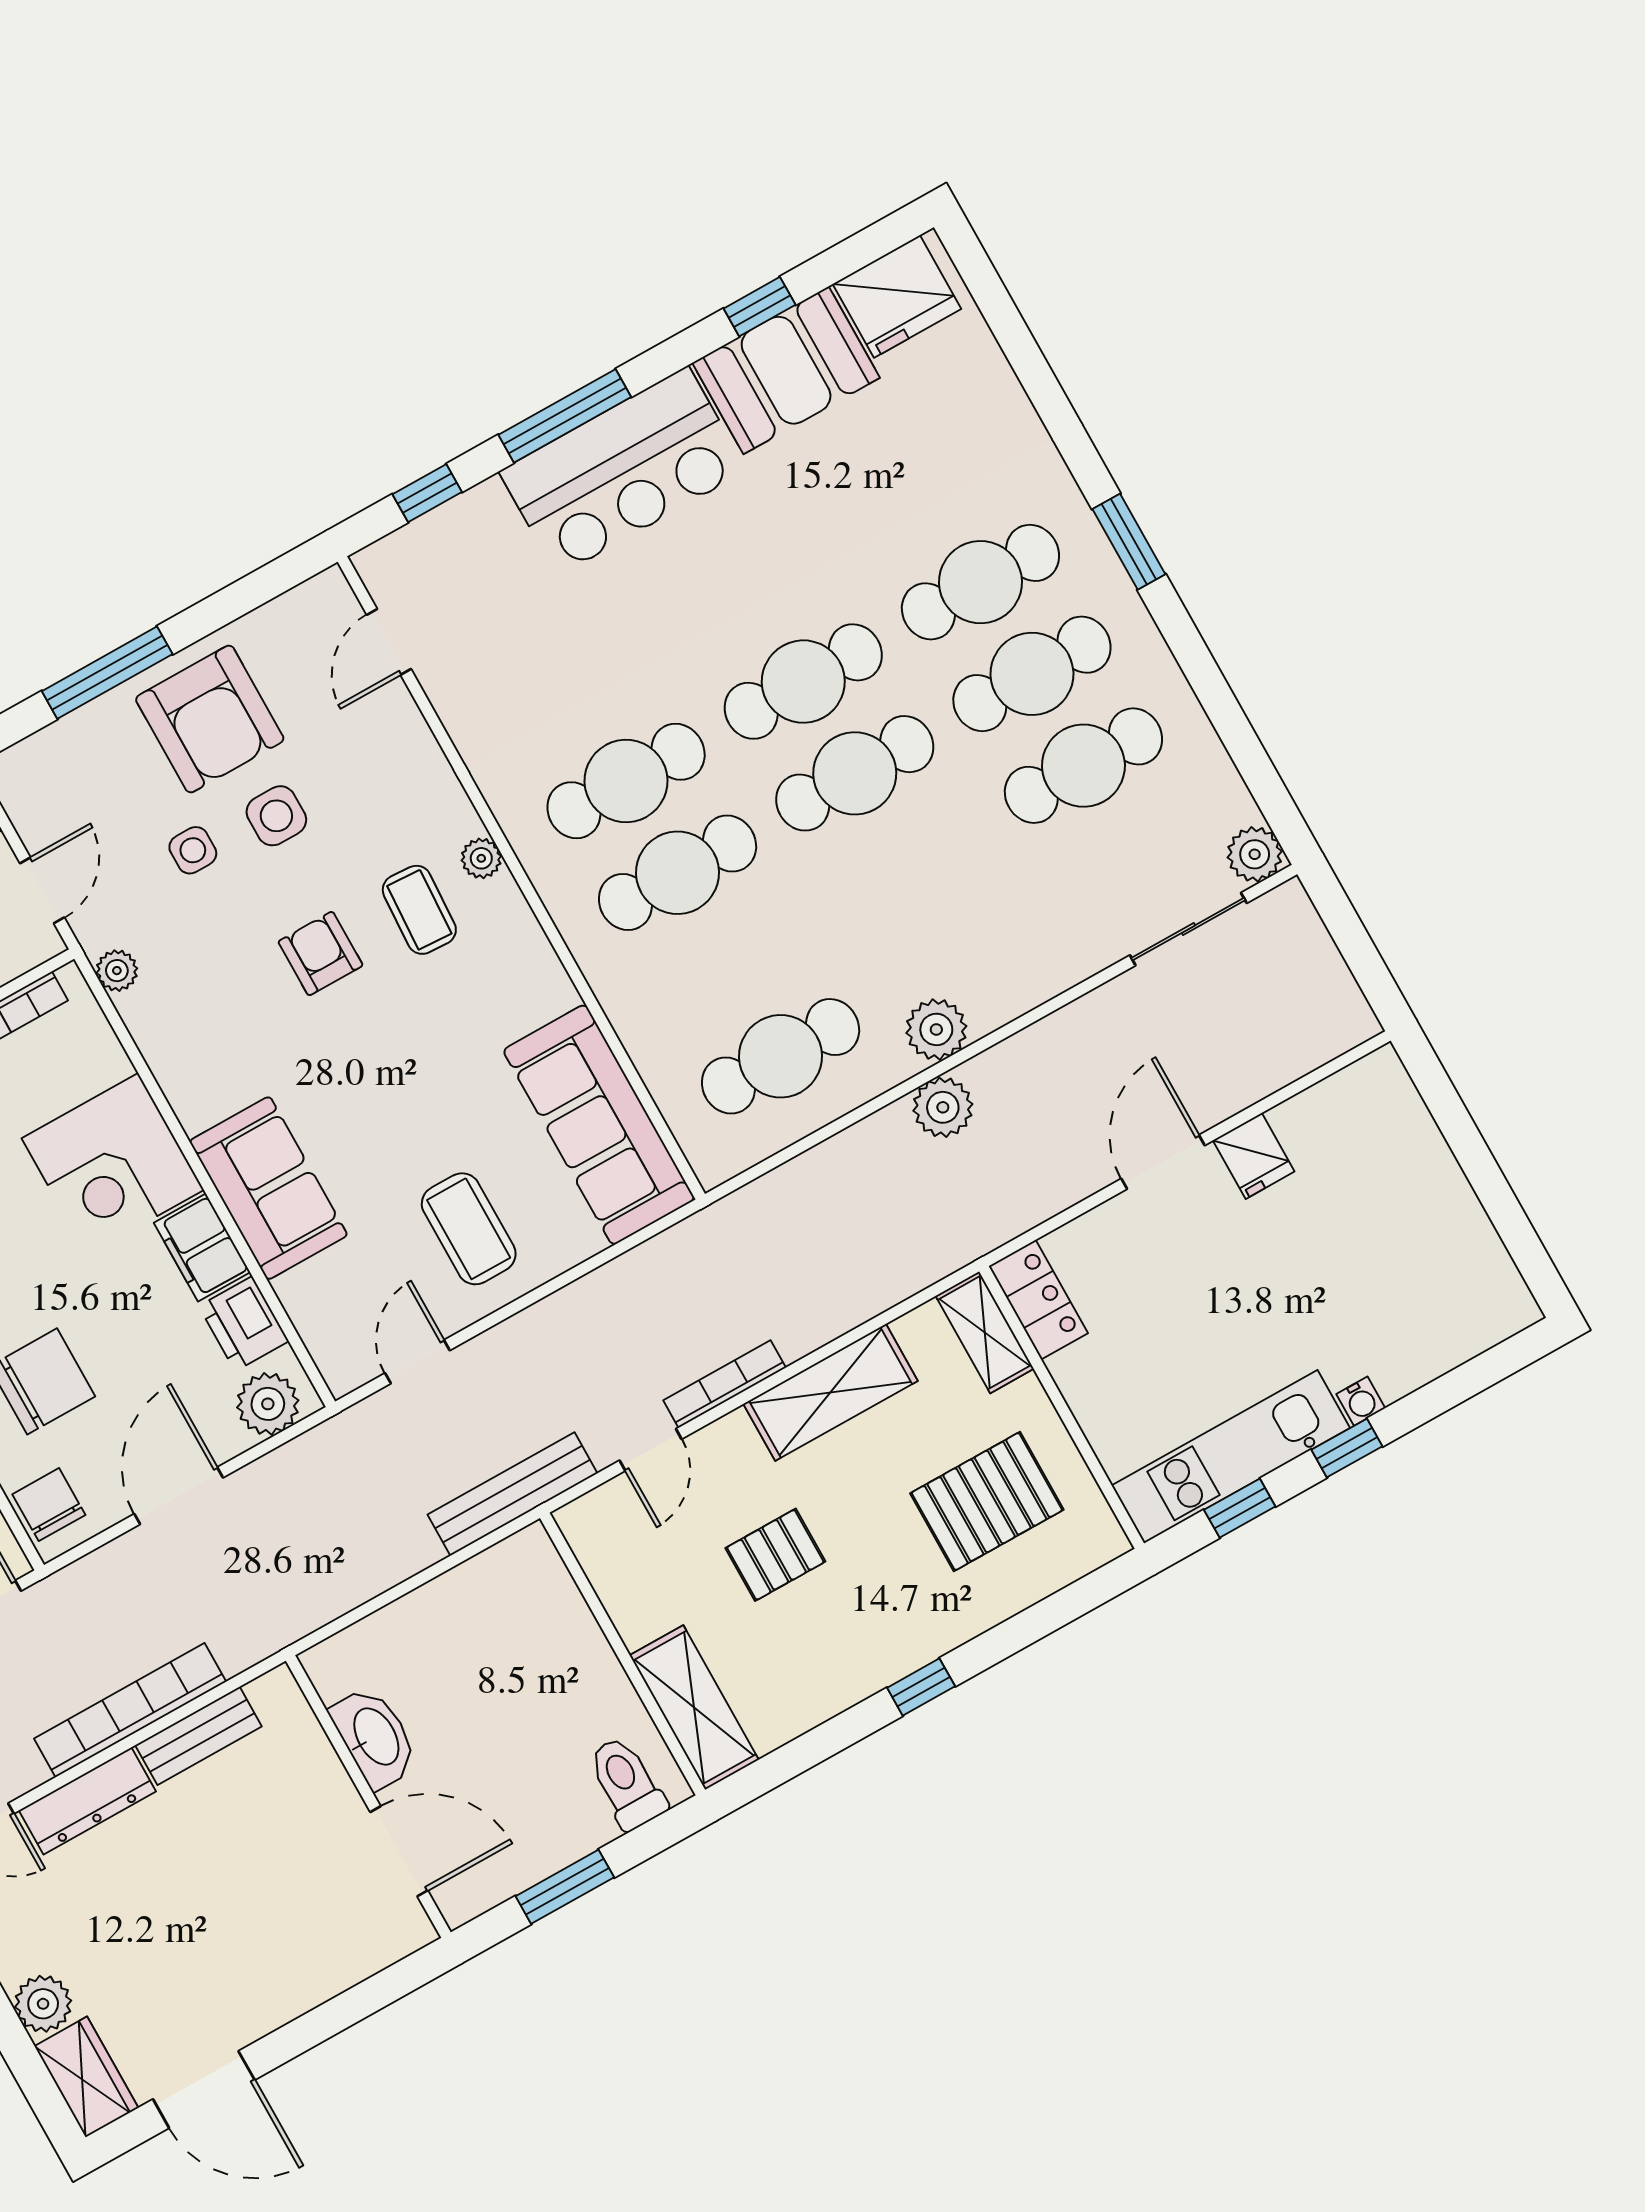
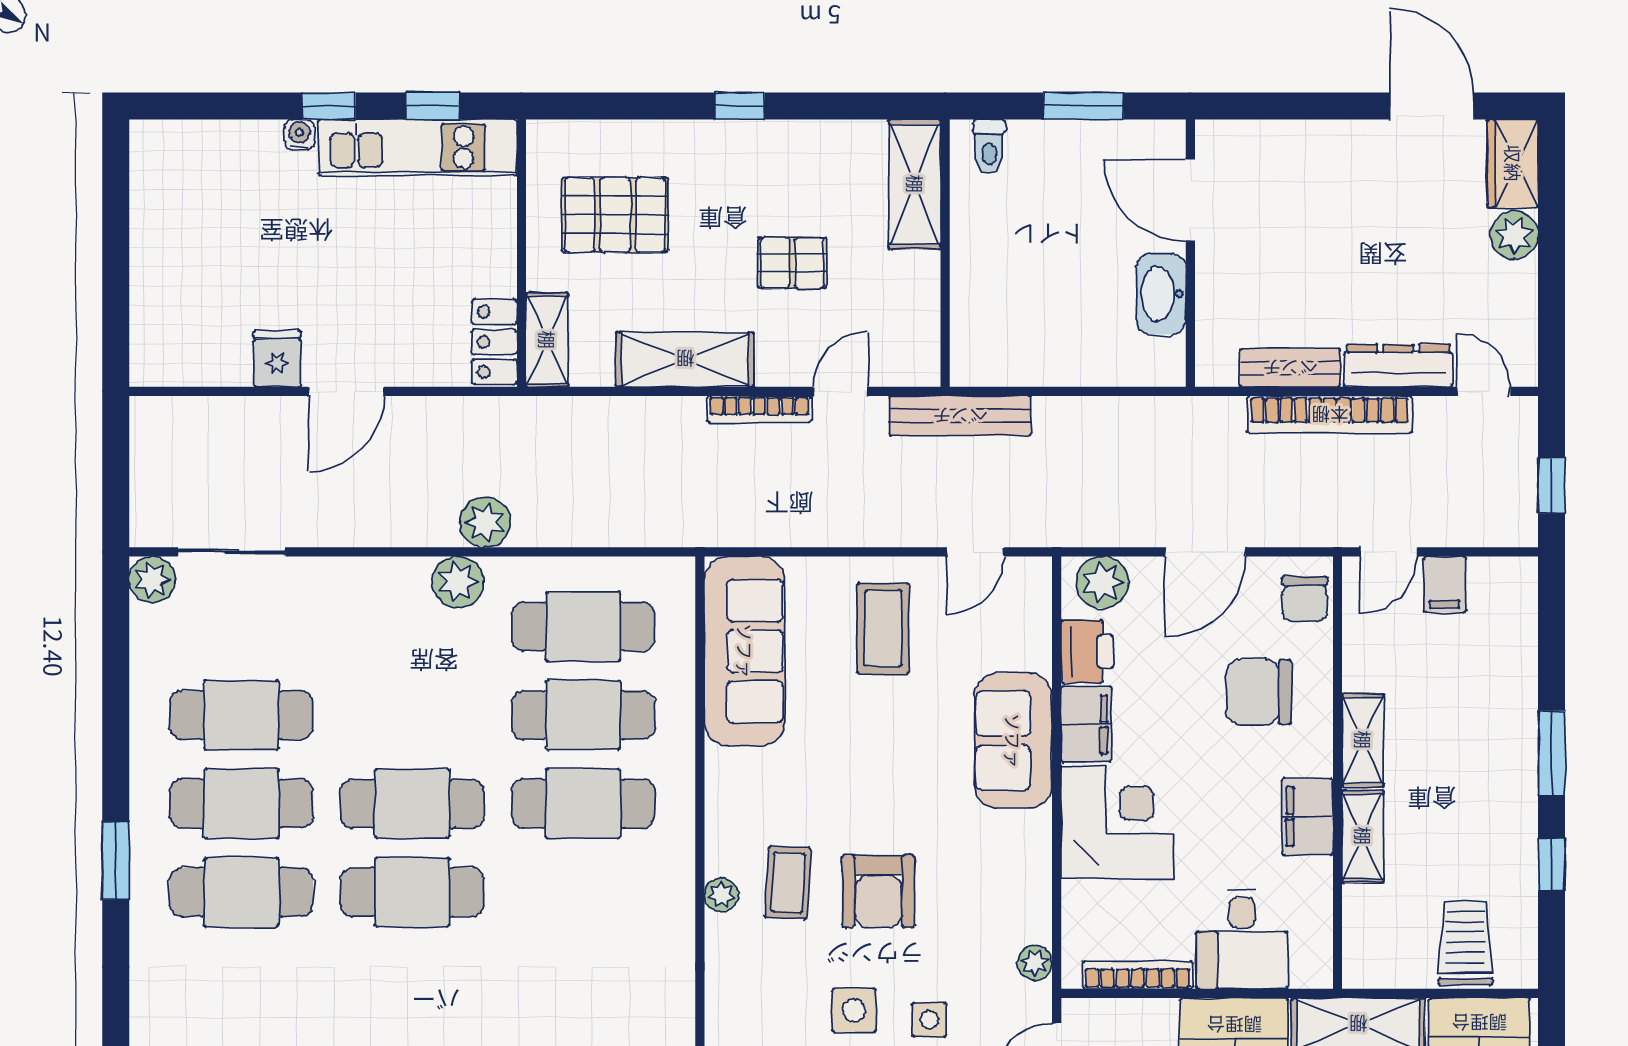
cafe table: (626, 781) -> (583, 715), moved
armchair: (321, 954) -> (878, 891), width x1.38, depth x1.38
toilet: (627, 1783) -> (989, 146), width x0.73, depth x0.72

